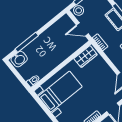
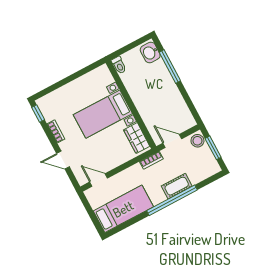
door: (82, 29) -> (172, 141), hinge flipped
bed with nightstands: (60, 92) -> (103, 114), moved, turned 90

